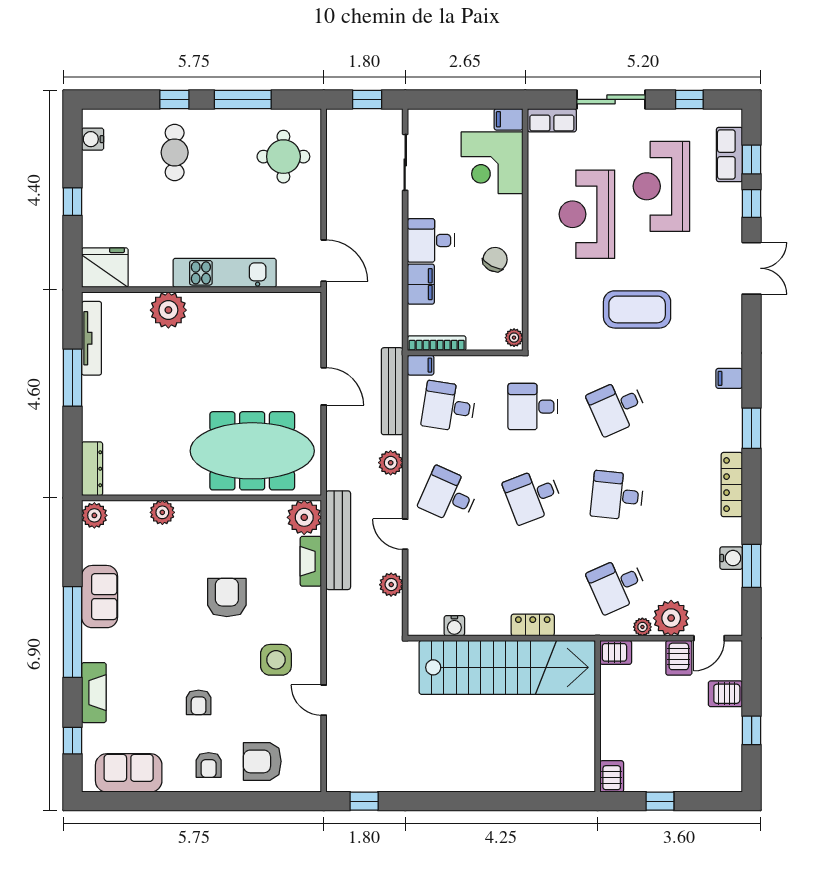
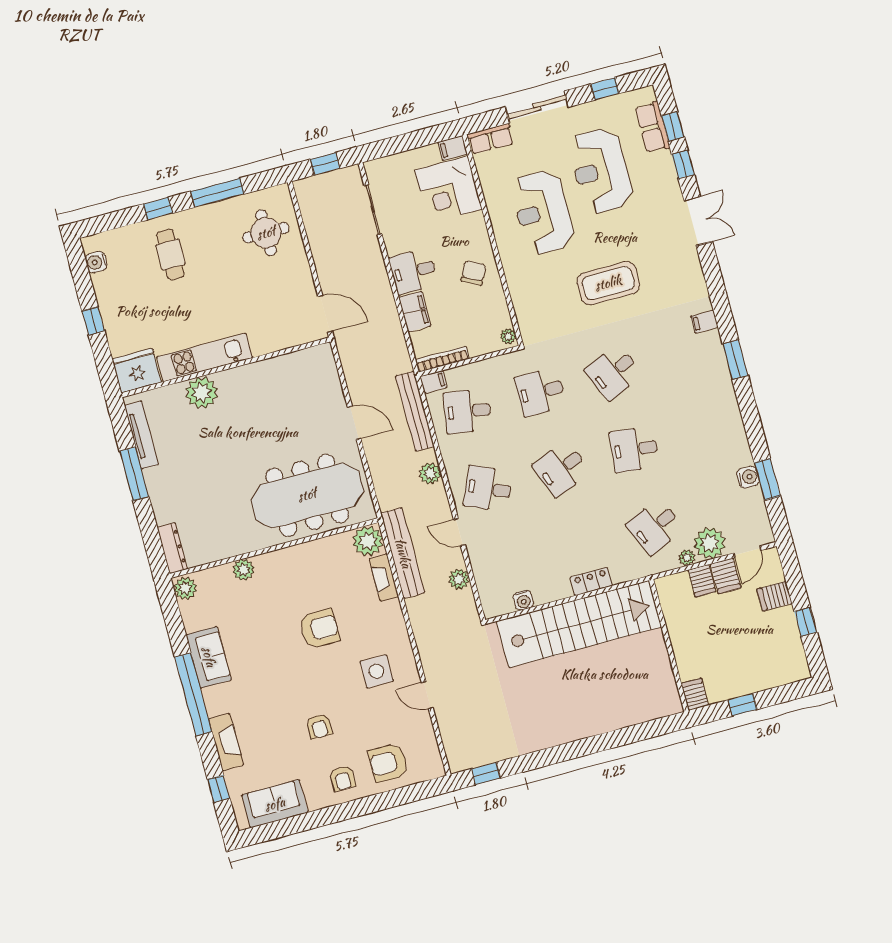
kitchen unit: (225, 273) -> (205, 357), moved
locker: (732, 485) -> (731, 413), removed
armchair: (227, 598) -> (319, 629), turned 90
server rack: (616, 652) -> (702, 581), moved, turned 90

